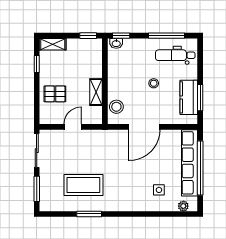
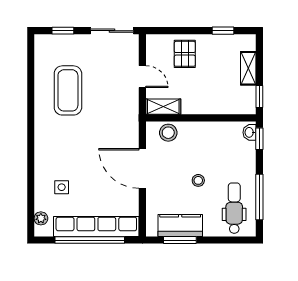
shelving: (53, 44) -> (248, 68), moved
shelving: (96, 92) -> (163, 107), moved
window: (37, 189) -> (63, 31), width x0.67
window: (89, 214) -> (31, 98), removed

